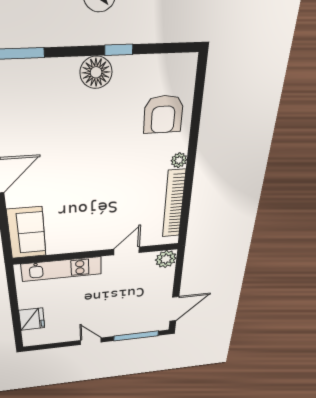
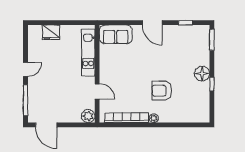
armchair: (163, 114) -> (162, 91), moved

